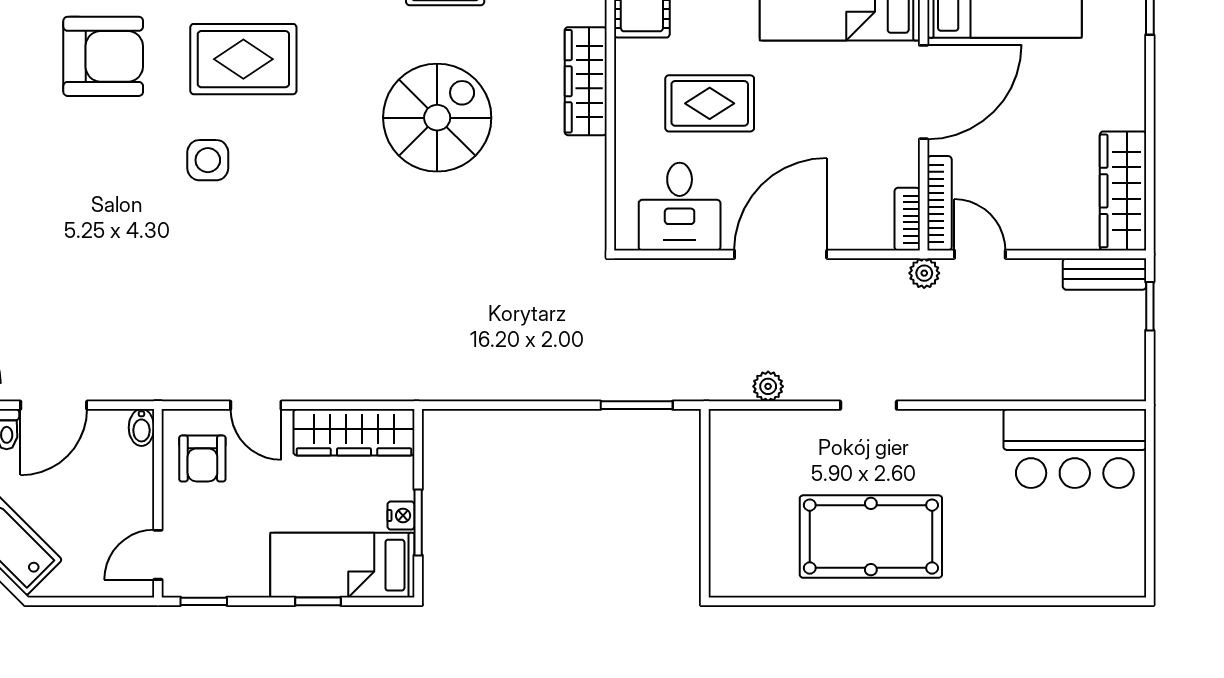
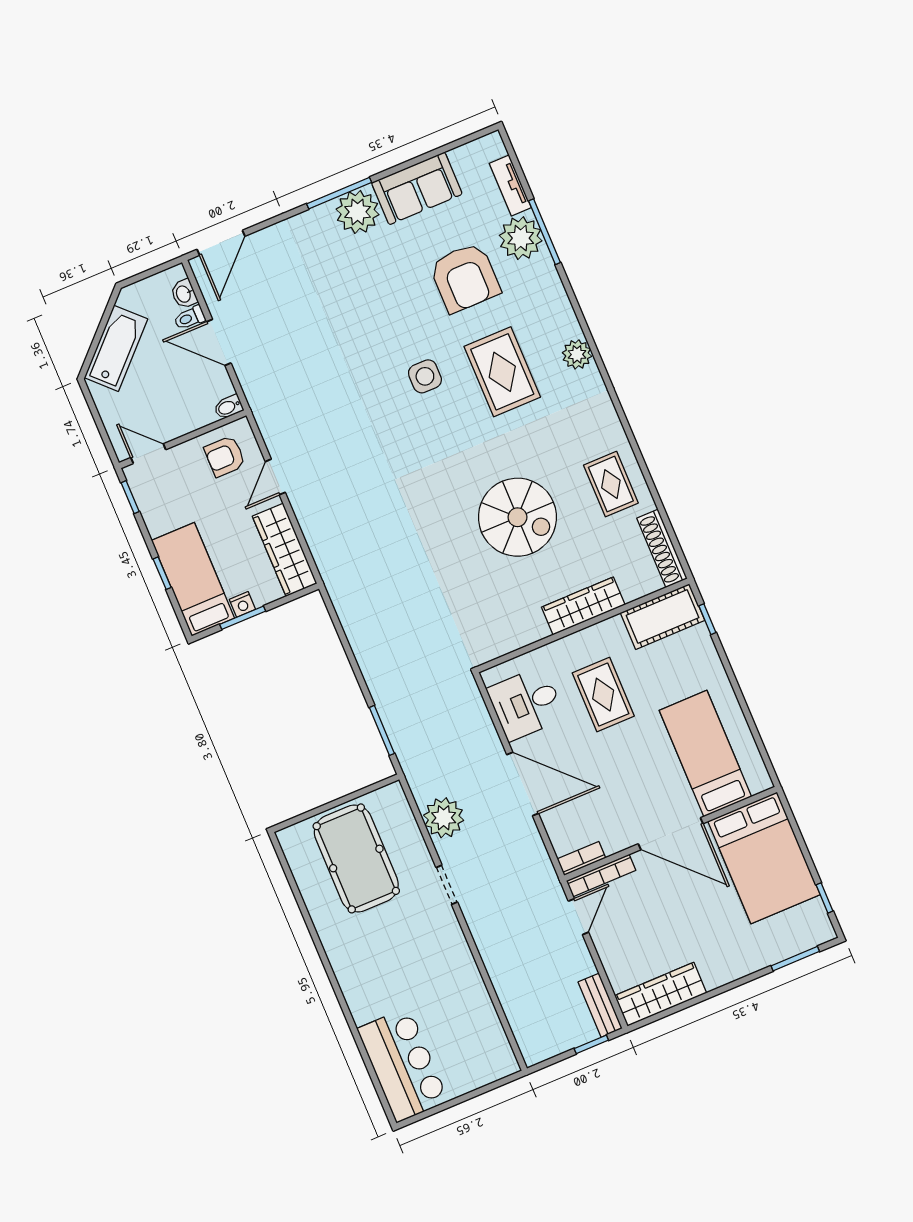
plant: (924, 273) -> (550, 885), removed
plant: (768, 386) -> (444, 818), width x1.88, depth x1.88
bar counter: (1075, 449) -> (403, 1065), moved, turned 180
pool table: (871, 537) -> (356, 858), moved

